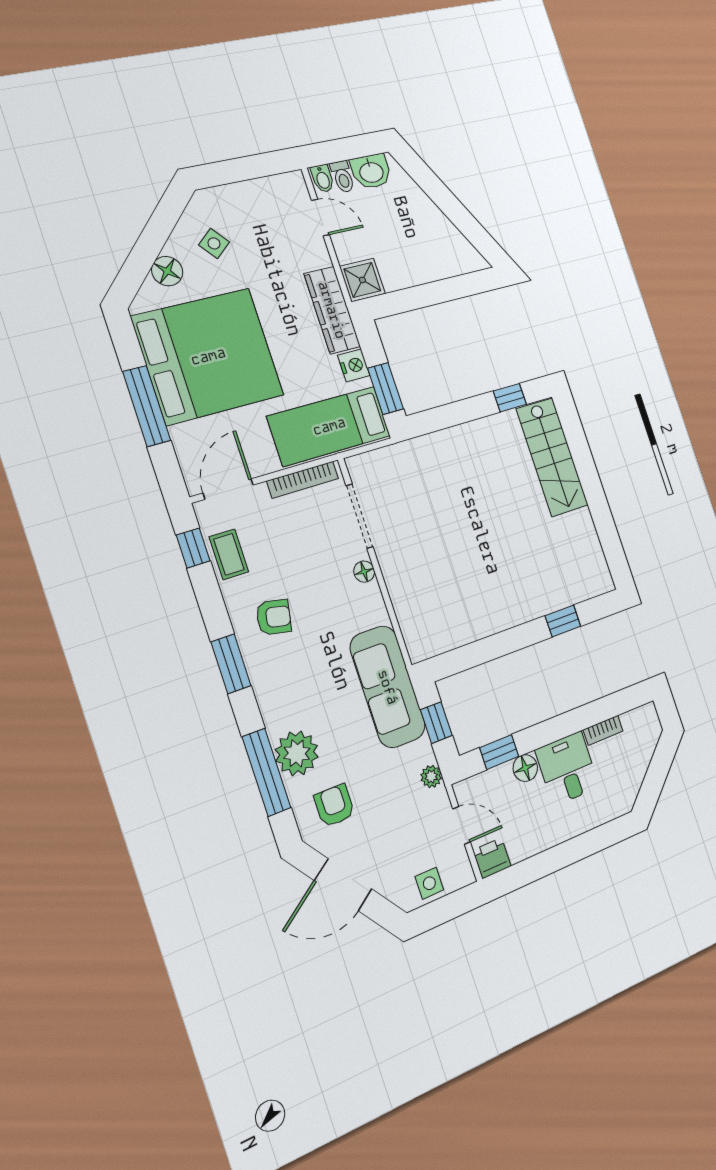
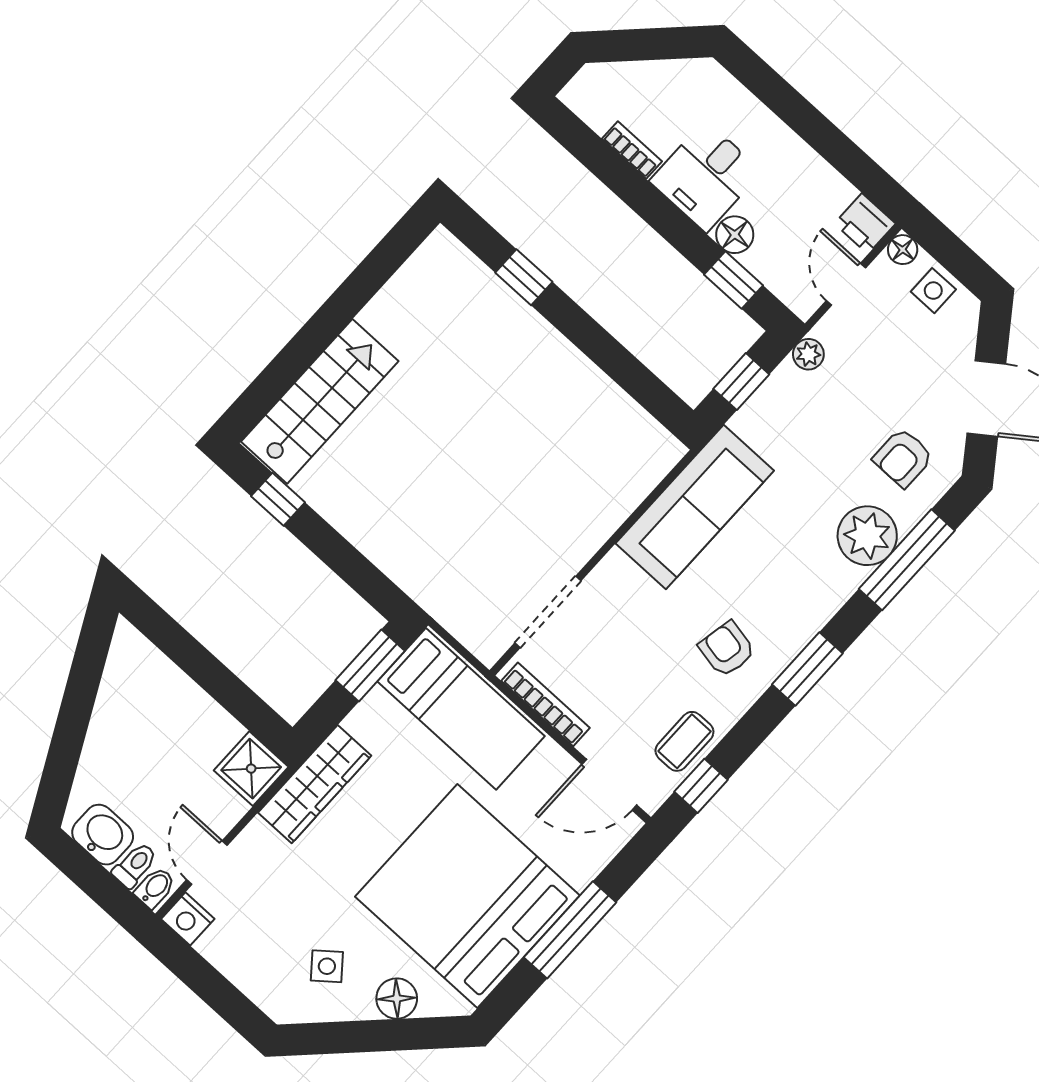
nightstand: (354, 365) -> (188, 919), moved, turned -90
floor lamp: (364, 572) -> (903, 250), moved
sofa: (388, 687) -> (695, 507), moved

